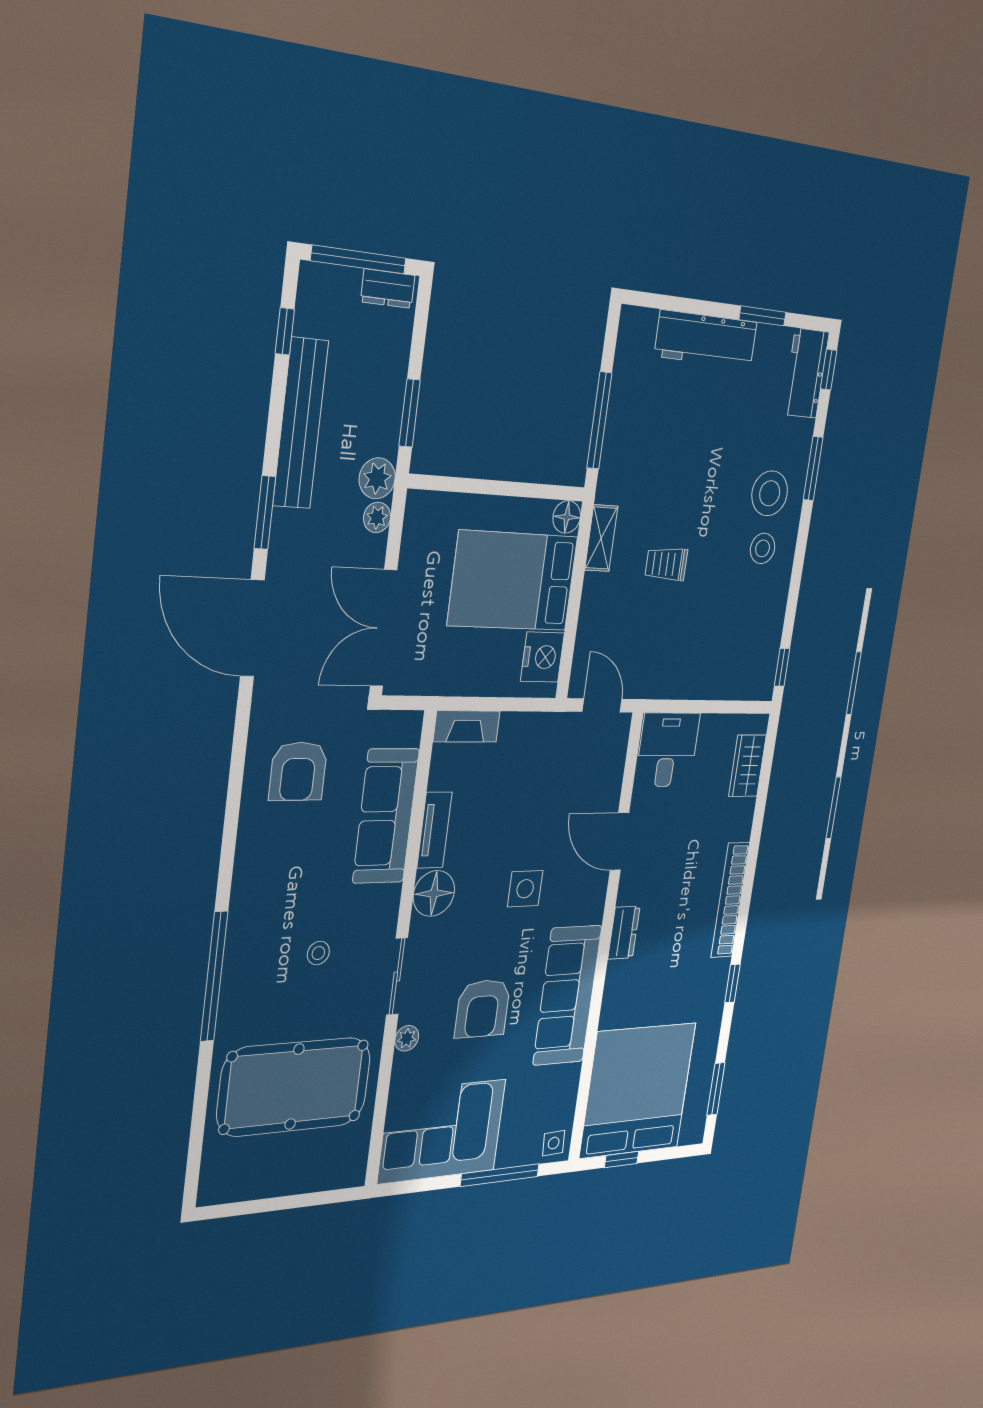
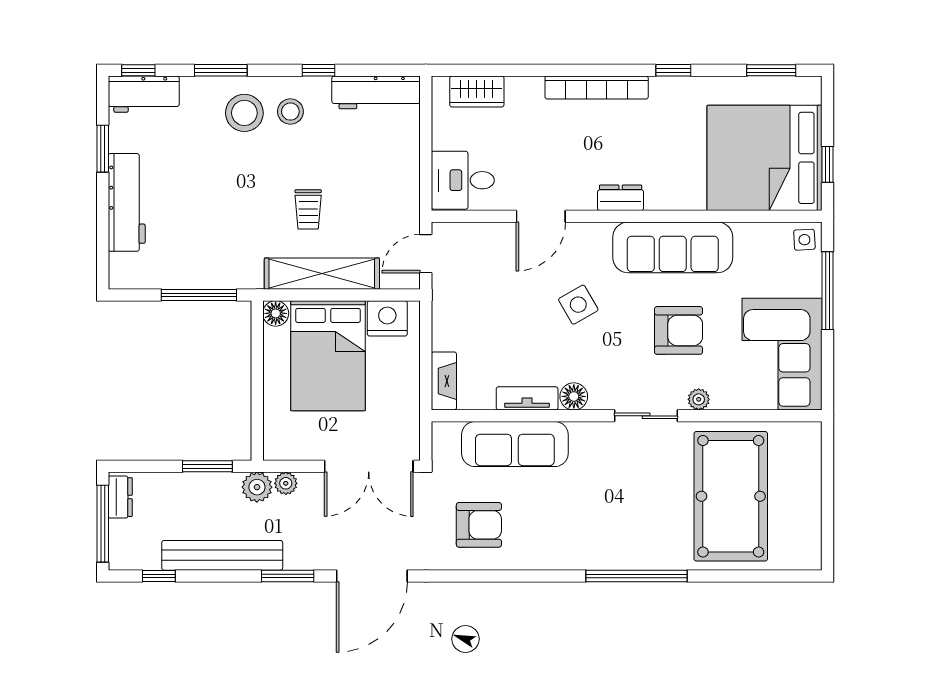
shelving: (601, 538) -> (322, 274), width x2.20, depth x1.33
workbench: (765, 650) -> (376, 92), added
window: (782, 667) -> (319, 70), moved
side table: (525, 889) -> (578, 305), turned -30
floor lamp: (434, 893) -> (574, 396), width x0.73, depth x0.73
stool: (318, 953) -> (623, 489), removed

